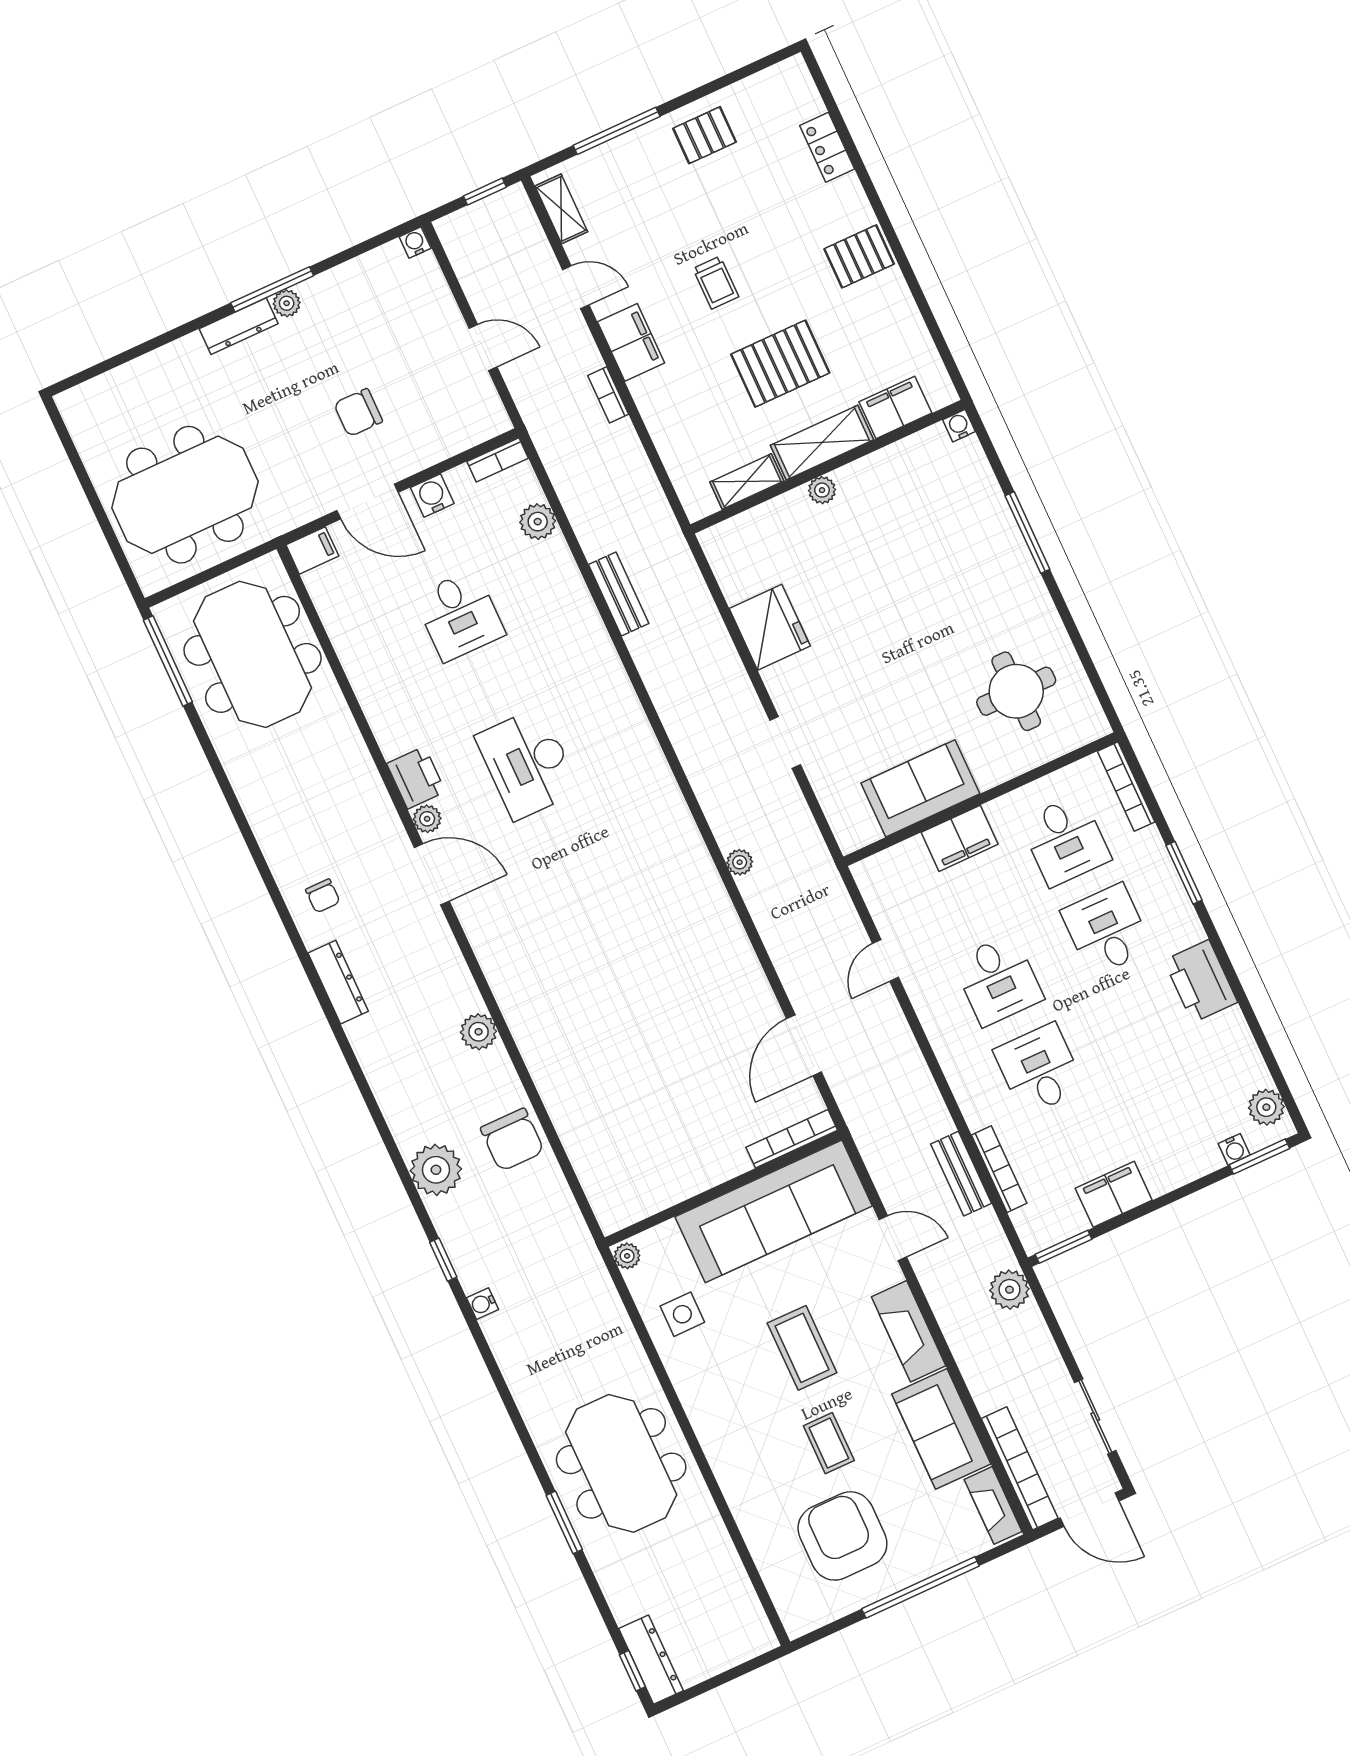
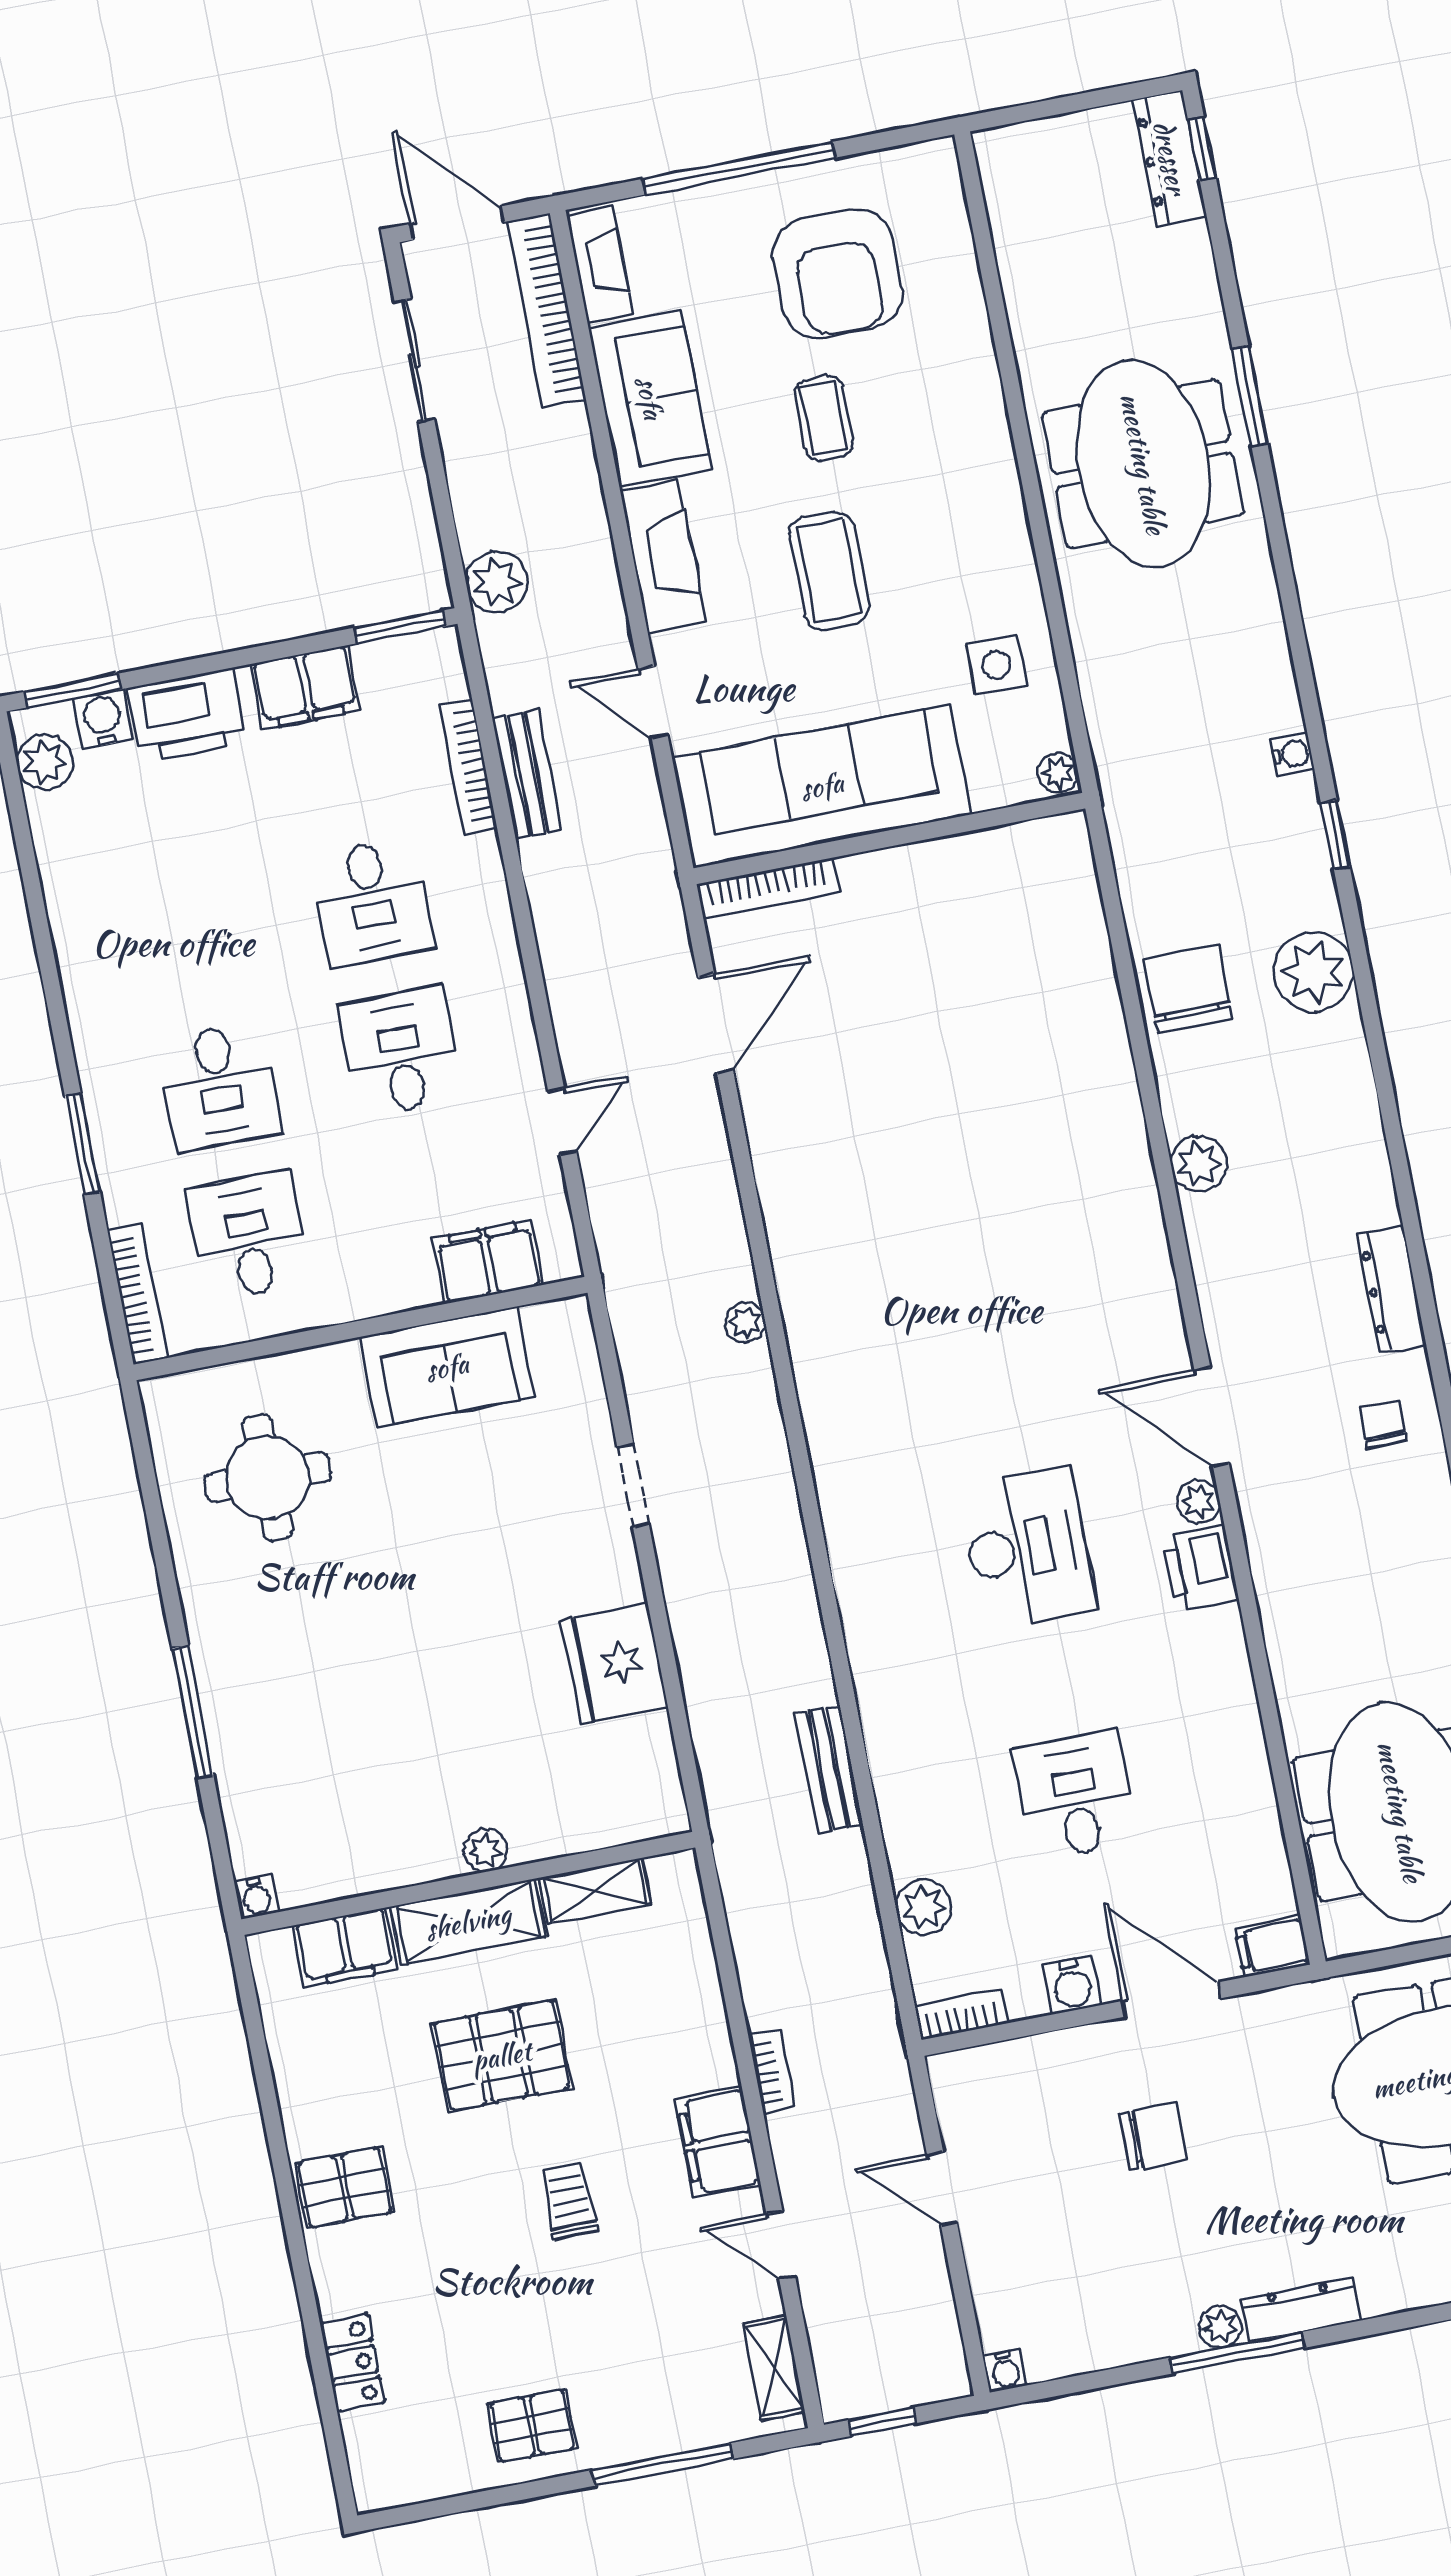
filing cabinet: (960, 838) -> (488, 1262), moved
printer: (1201, 981) -> (187, 716), moved, turned 90
water cooler: (1234, 1149) -> (103, 719), width x1.38, depth x1.38

